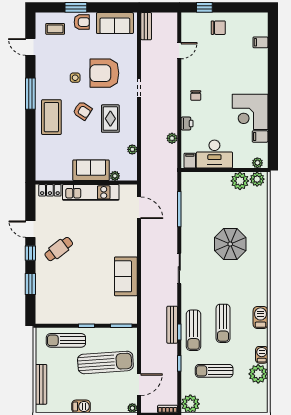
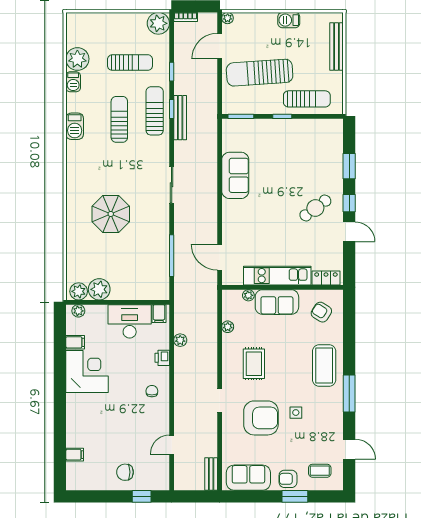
armchair: (82, 111) -> (321, 312), moved

